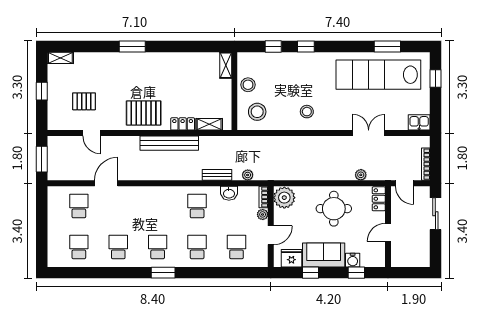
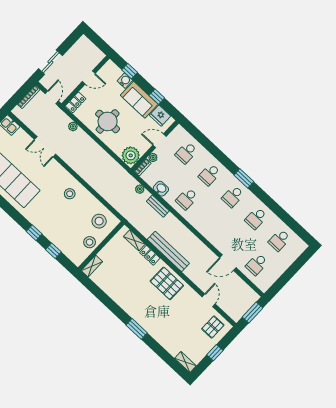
pallet: (84, 101) -> (213, 327), moved, turned 90

